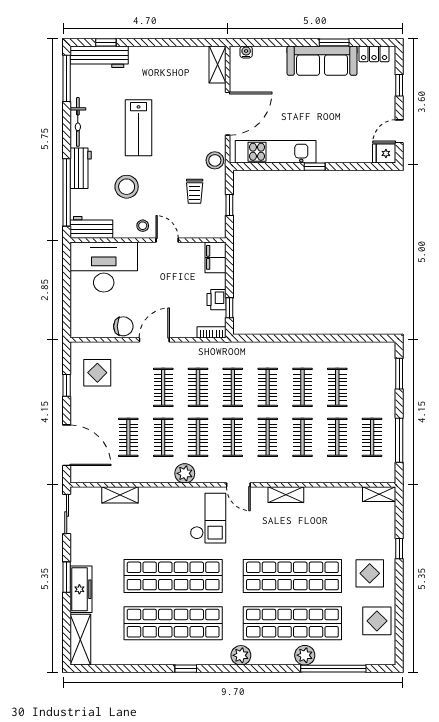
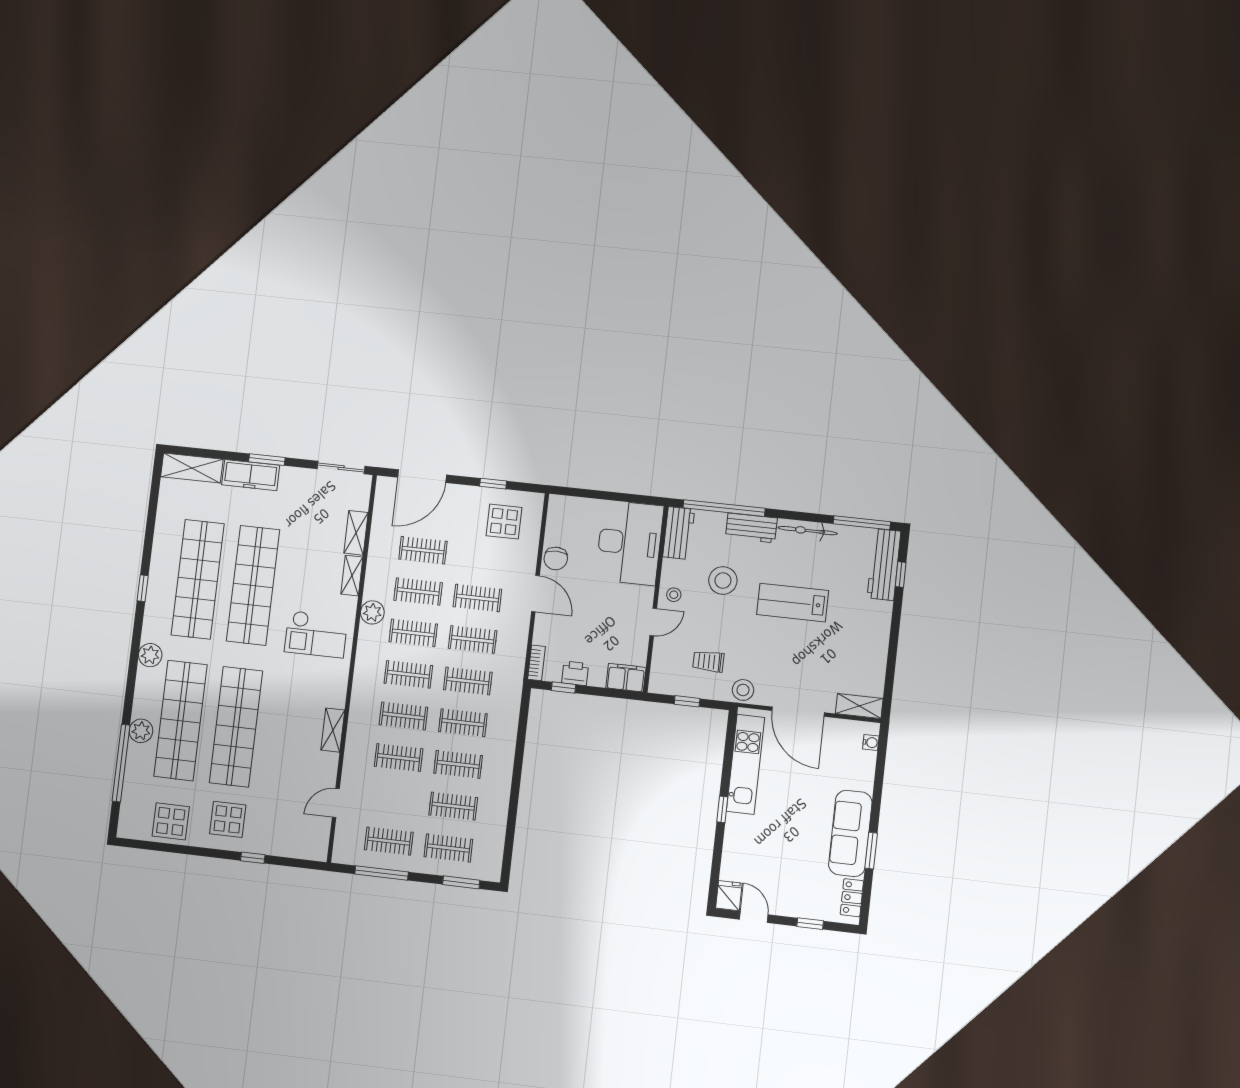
clothes rail: (337, 437) -> (448, 848), moved
door: (238, 485) -> (336, 803), moved
shelving: (379, 494) -> (352, 576), moved

